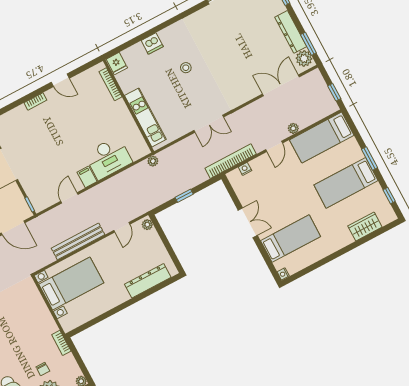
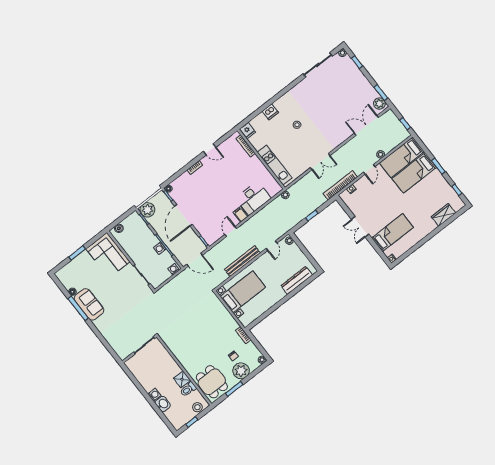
dresser: (291, 32) -> (367, 86), removed
bed: (346, 183) -> (414, 173), moved
double door: (248, 223) -> (360, 227), swing flipped

